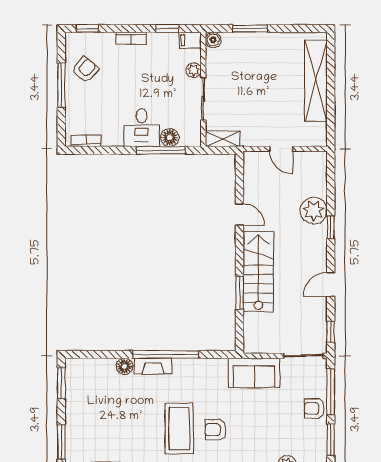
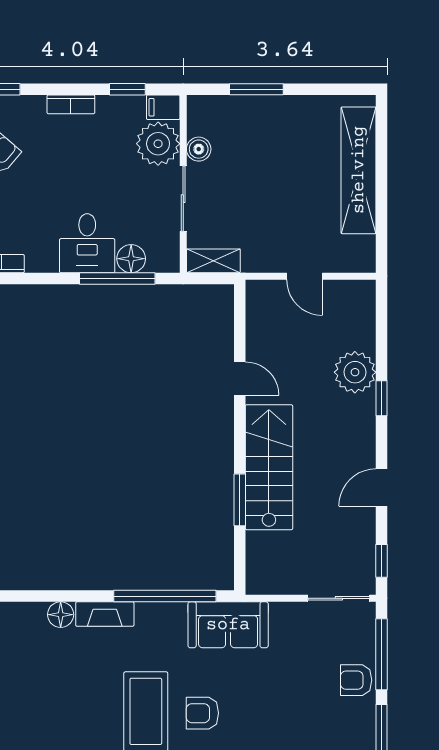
boiler: (213, 40) -> (199, 149), moved
plant: (194, 70) -> (158, 144), width x1.87, depth x1.87
window: (166, 354) -> (165, 596), moved
sofa: (254, 373) -> (228, 625), moved

